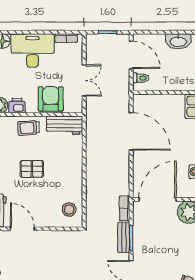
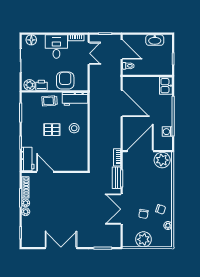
desk: (32, 51) -> (56, 47), width x0.73
double door: (84, 80) -> (89, 53), moved
stool: (69, 210) -> (74, 128), moved

